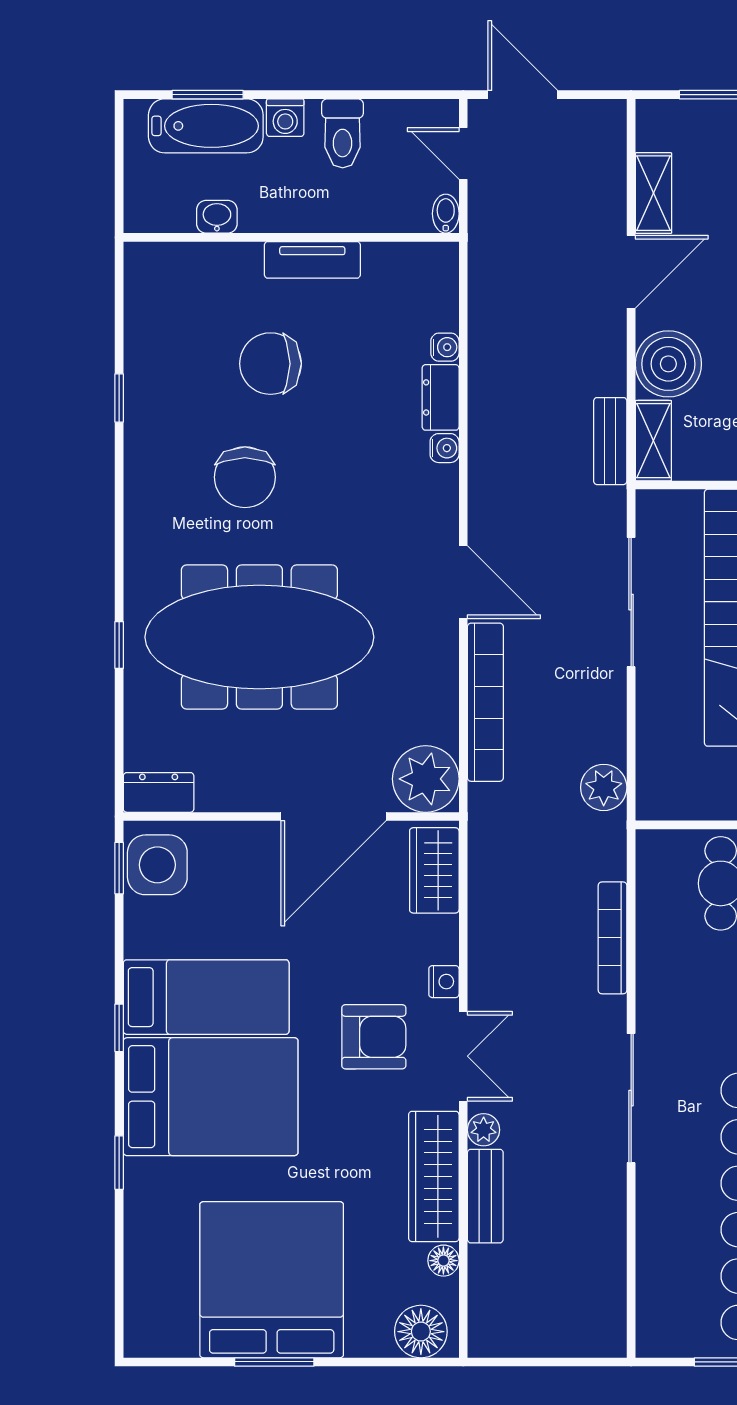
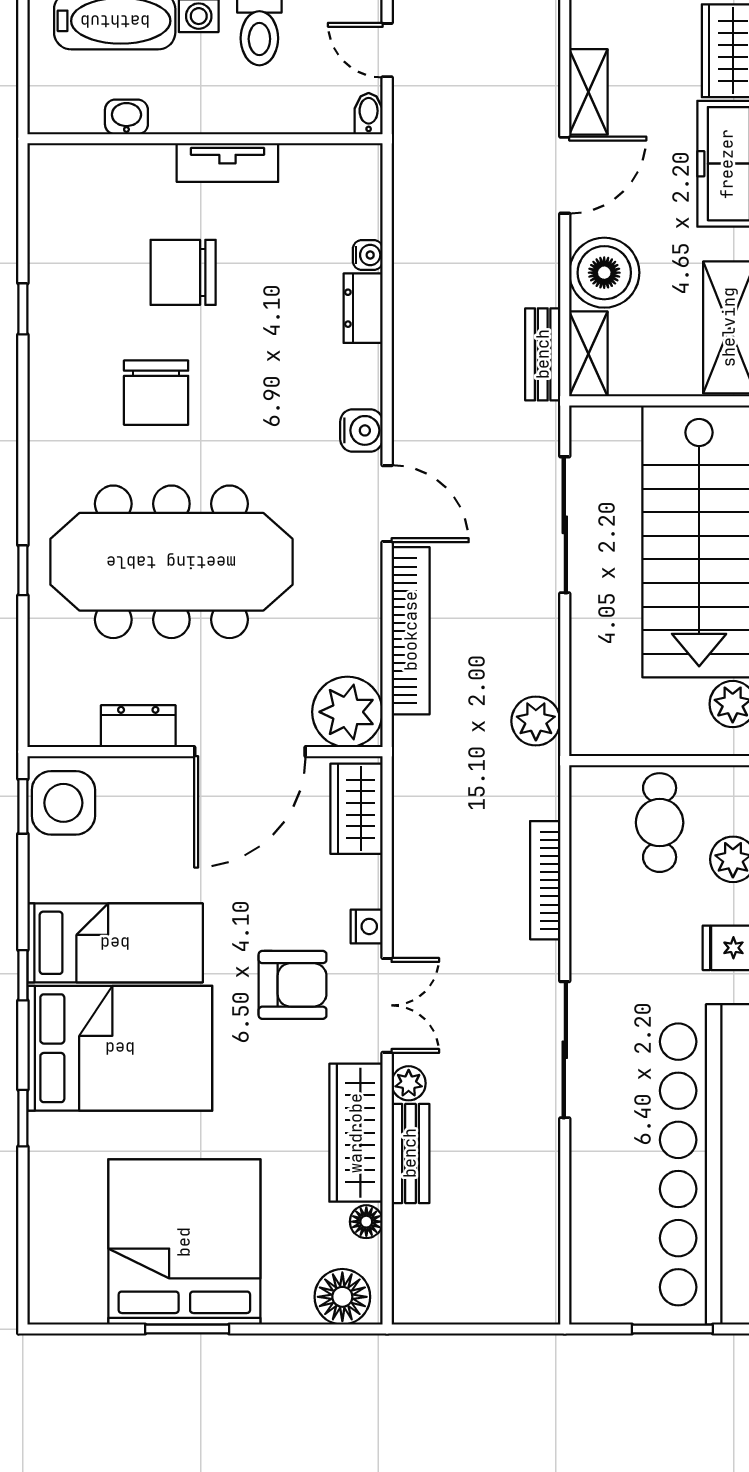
water cooler: (445, 448) -> (361, 430), moved, width x1.38, depth x1.38
dresser: (159, 792) -> (138, 726), moved

